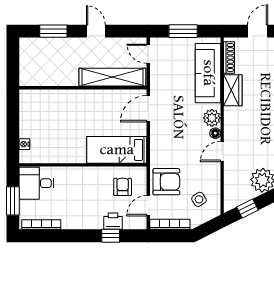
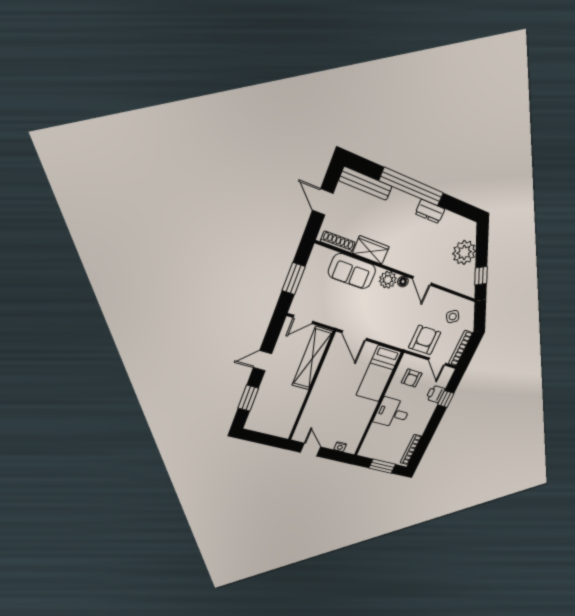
sofa: (208, 73) -> (352, 271), width x0.73
door: (13, 114) -> (311, 450), added
desk: (36, 183) -> (392, 413), moved, turned 90
armchair: (123, 187) -> (412, 378), turned -89

